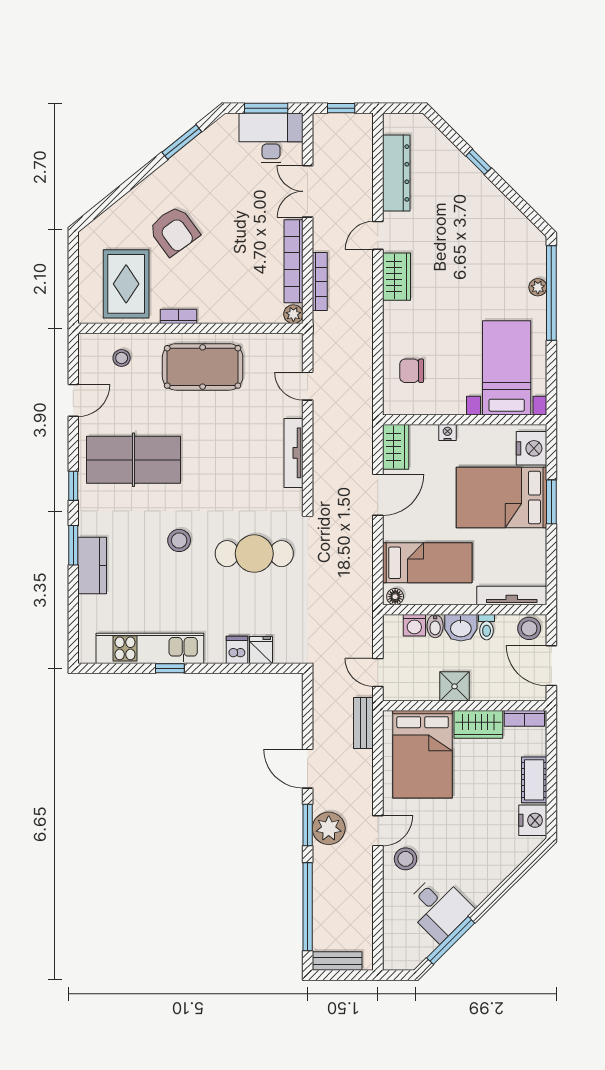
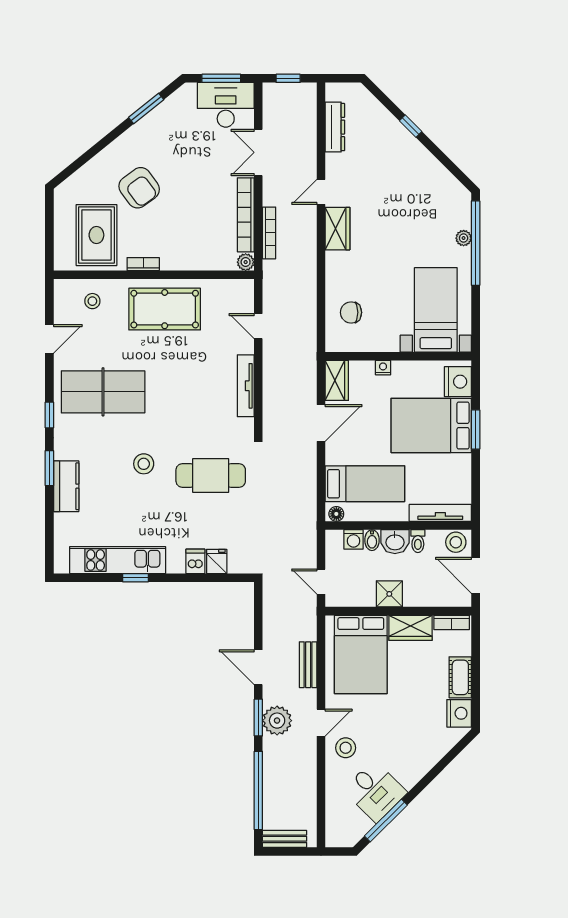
dresser: (396, 173) -> (335, 127), width x0.73, depth x0.80
bench: (363, 723) -> (308, 665), moved

